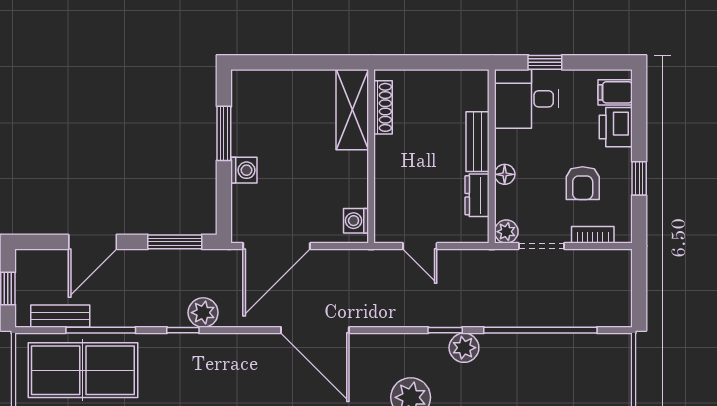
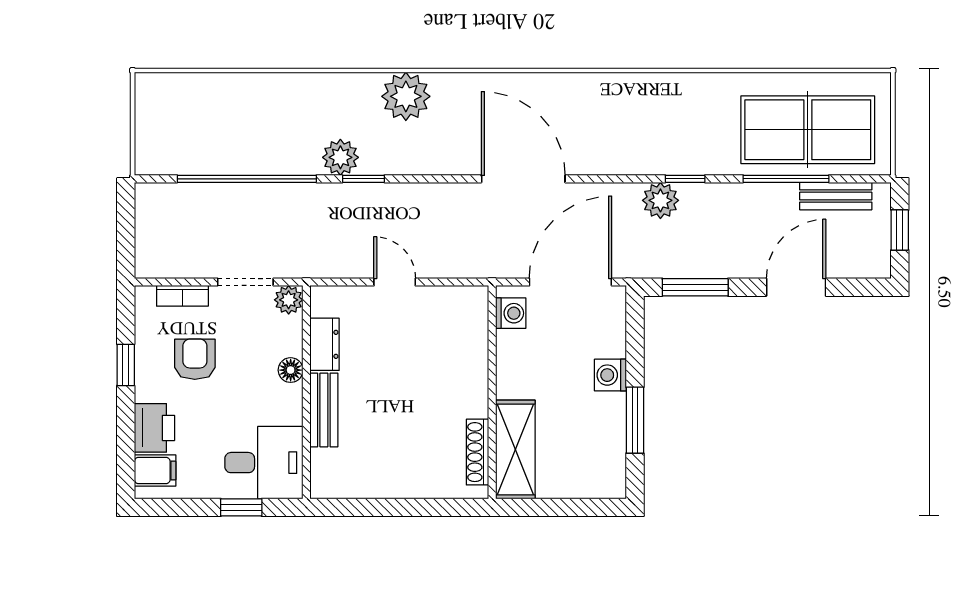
shoe rack: (383, 107) -> (478, 452), moved
shelving: (352, 110) -> (515, 449), moved
wall: (371, 156) -> (492, 392), moved
washing machine: (356, 221) -> (511, 313), moved

